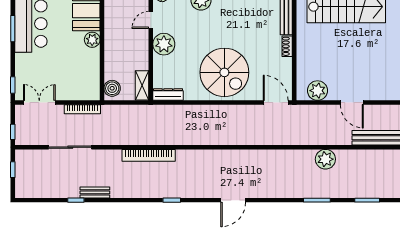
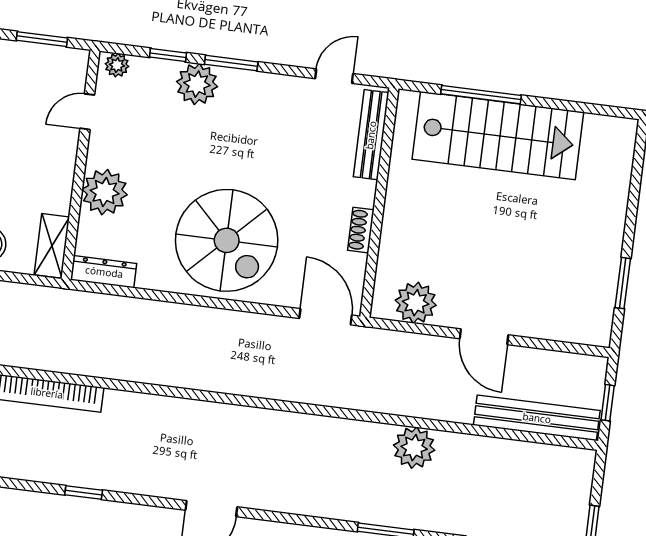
plant: (164, 44) -> (105, 192), moved
shoe rack: (287, 46) -> (361, 230), moved

